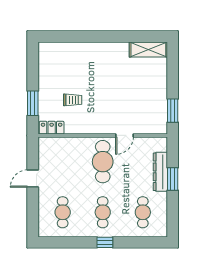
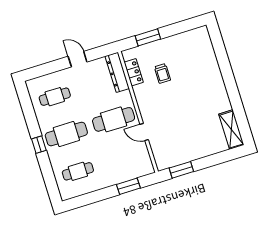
locker: (52, 128) -> (134, 72), moved
dresser: (160, 172) -> (117, 72), moved, turned -90
window: (173, 179) -> (128, 186), moved
cafe table: (103, 212) -> (66, 134), width x1.37, depth x1.35

